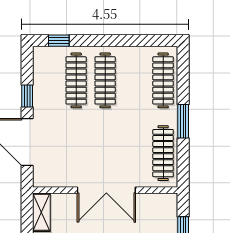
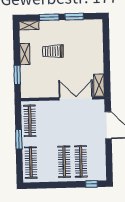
window: (27, 96) -> (109, 152), removed
double door: (106, 190) -> (76, 98), moved

